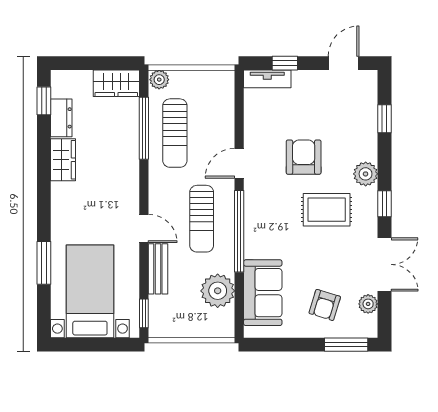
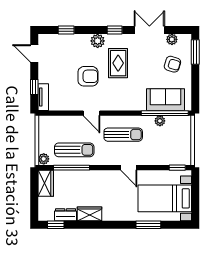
armchair: (304, 157) -> (88, 76), turned 180
door: (144, 228) -> (129, 168), swing flipped
window: (239, 231) -> (165, 113), moved
bench: (158, 269) -> (152, 160), removed
plant: (218, 291) -> (160, 121), width x0.53, depth x0.53

